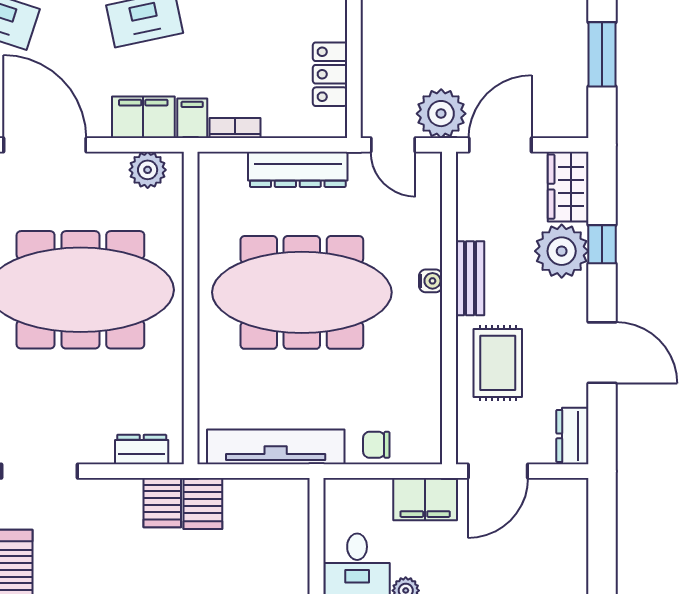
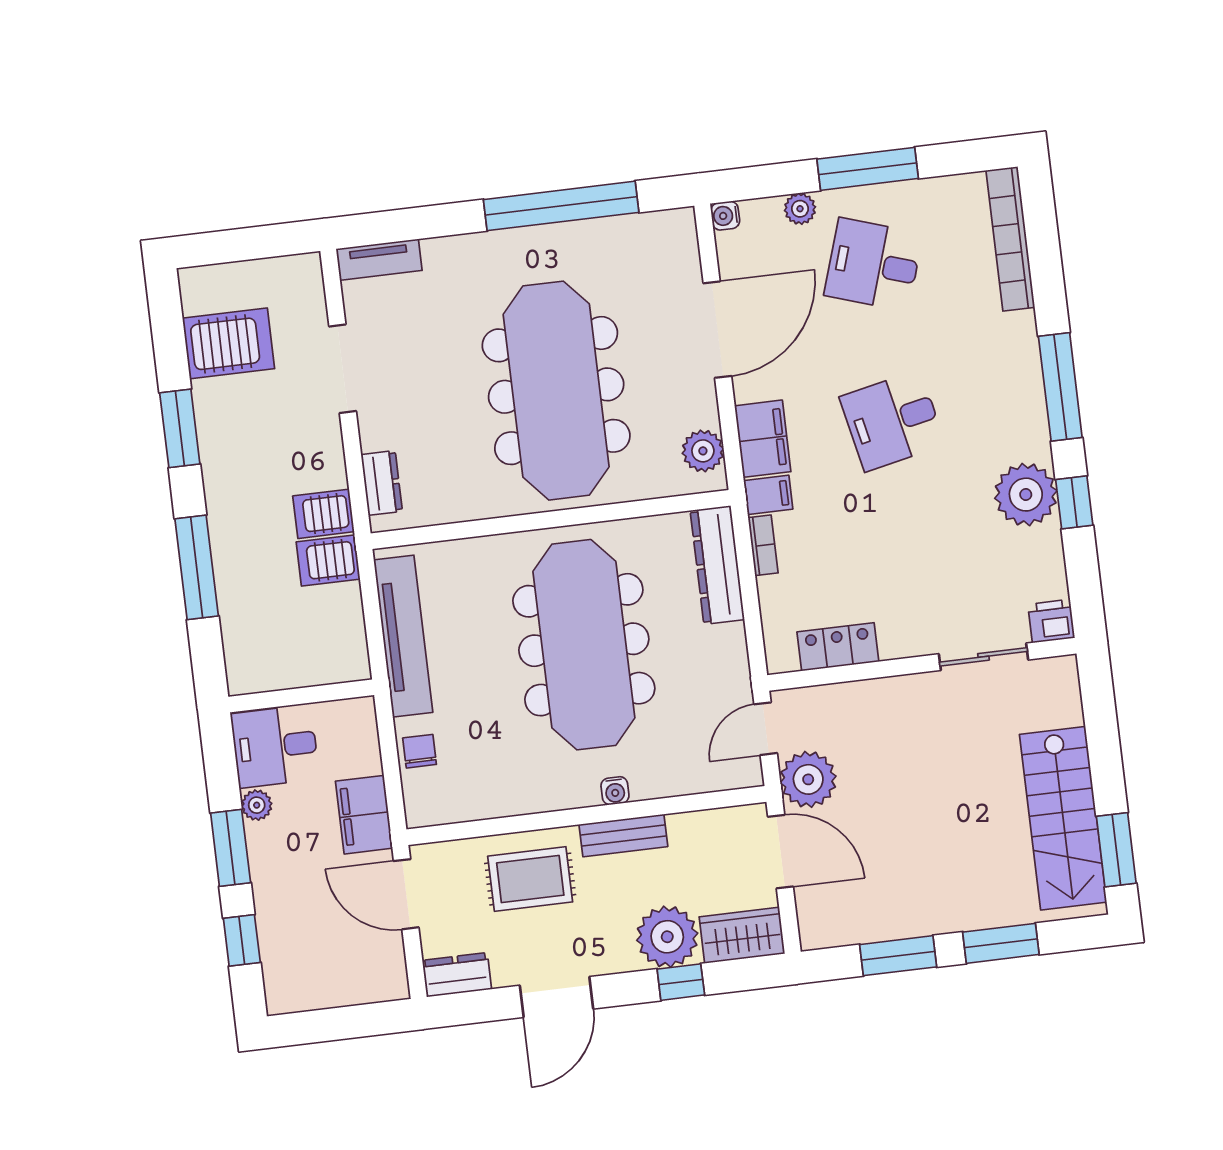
dresser: (298, 169) -> (717, 565), moved

